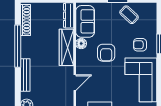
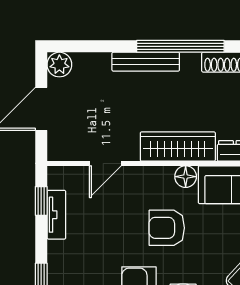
bench: (25, 75) -> (146, 62), moved
door: (75, 83) -> (105, 163), hinge flipped

